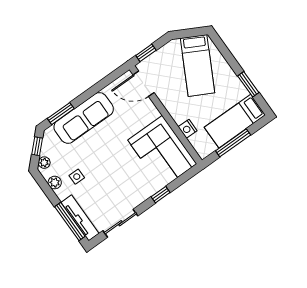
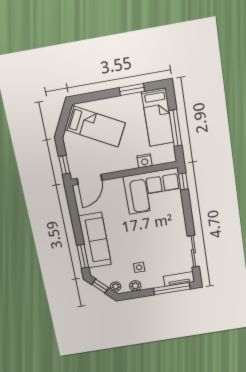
window: (161, 195) -> (183, 181), moved
tv unit: (80, 218) -> (179, 279), width x0.71

